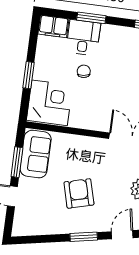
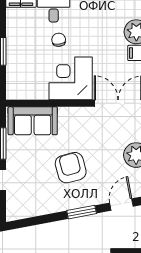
corner desk: (50, 103) -> (71, 78), moved, turned -90
sofa: (36, 154) -> (33, 121), moved, turned 90

